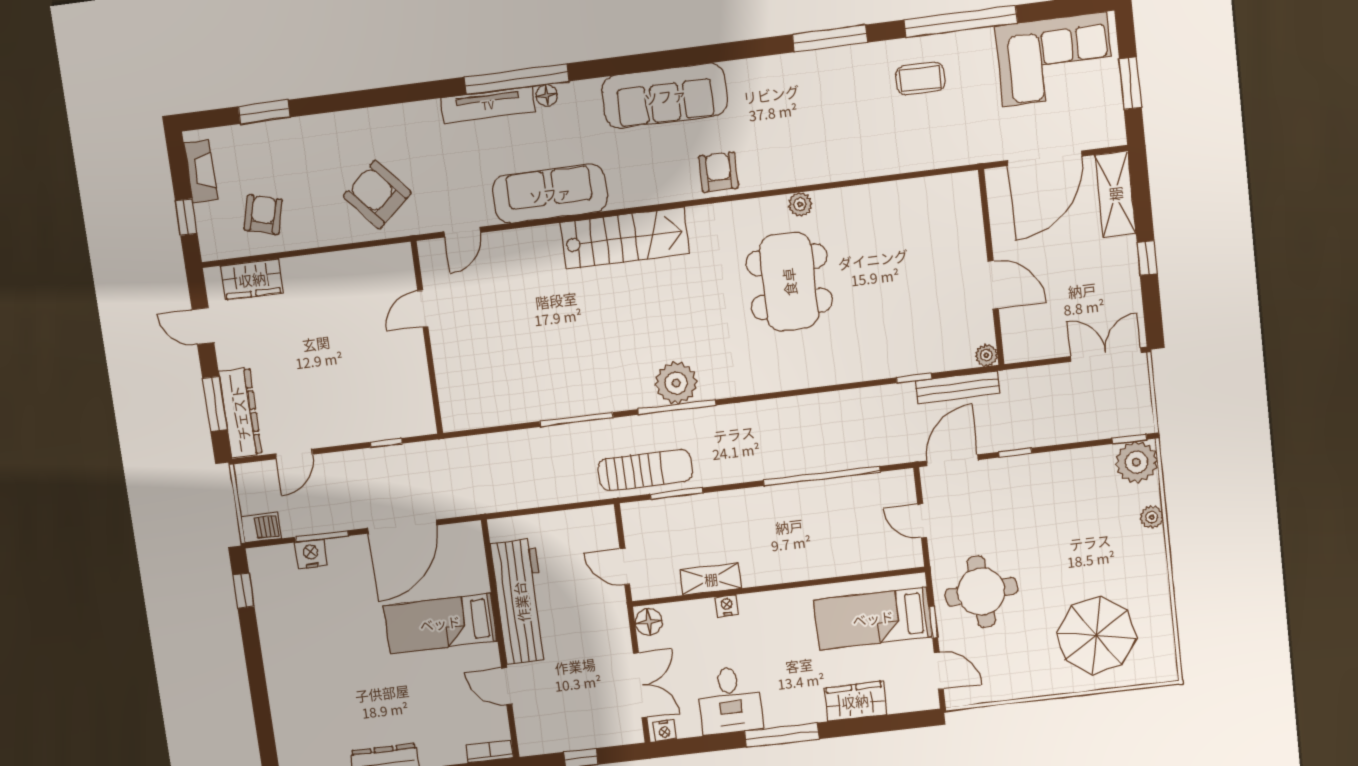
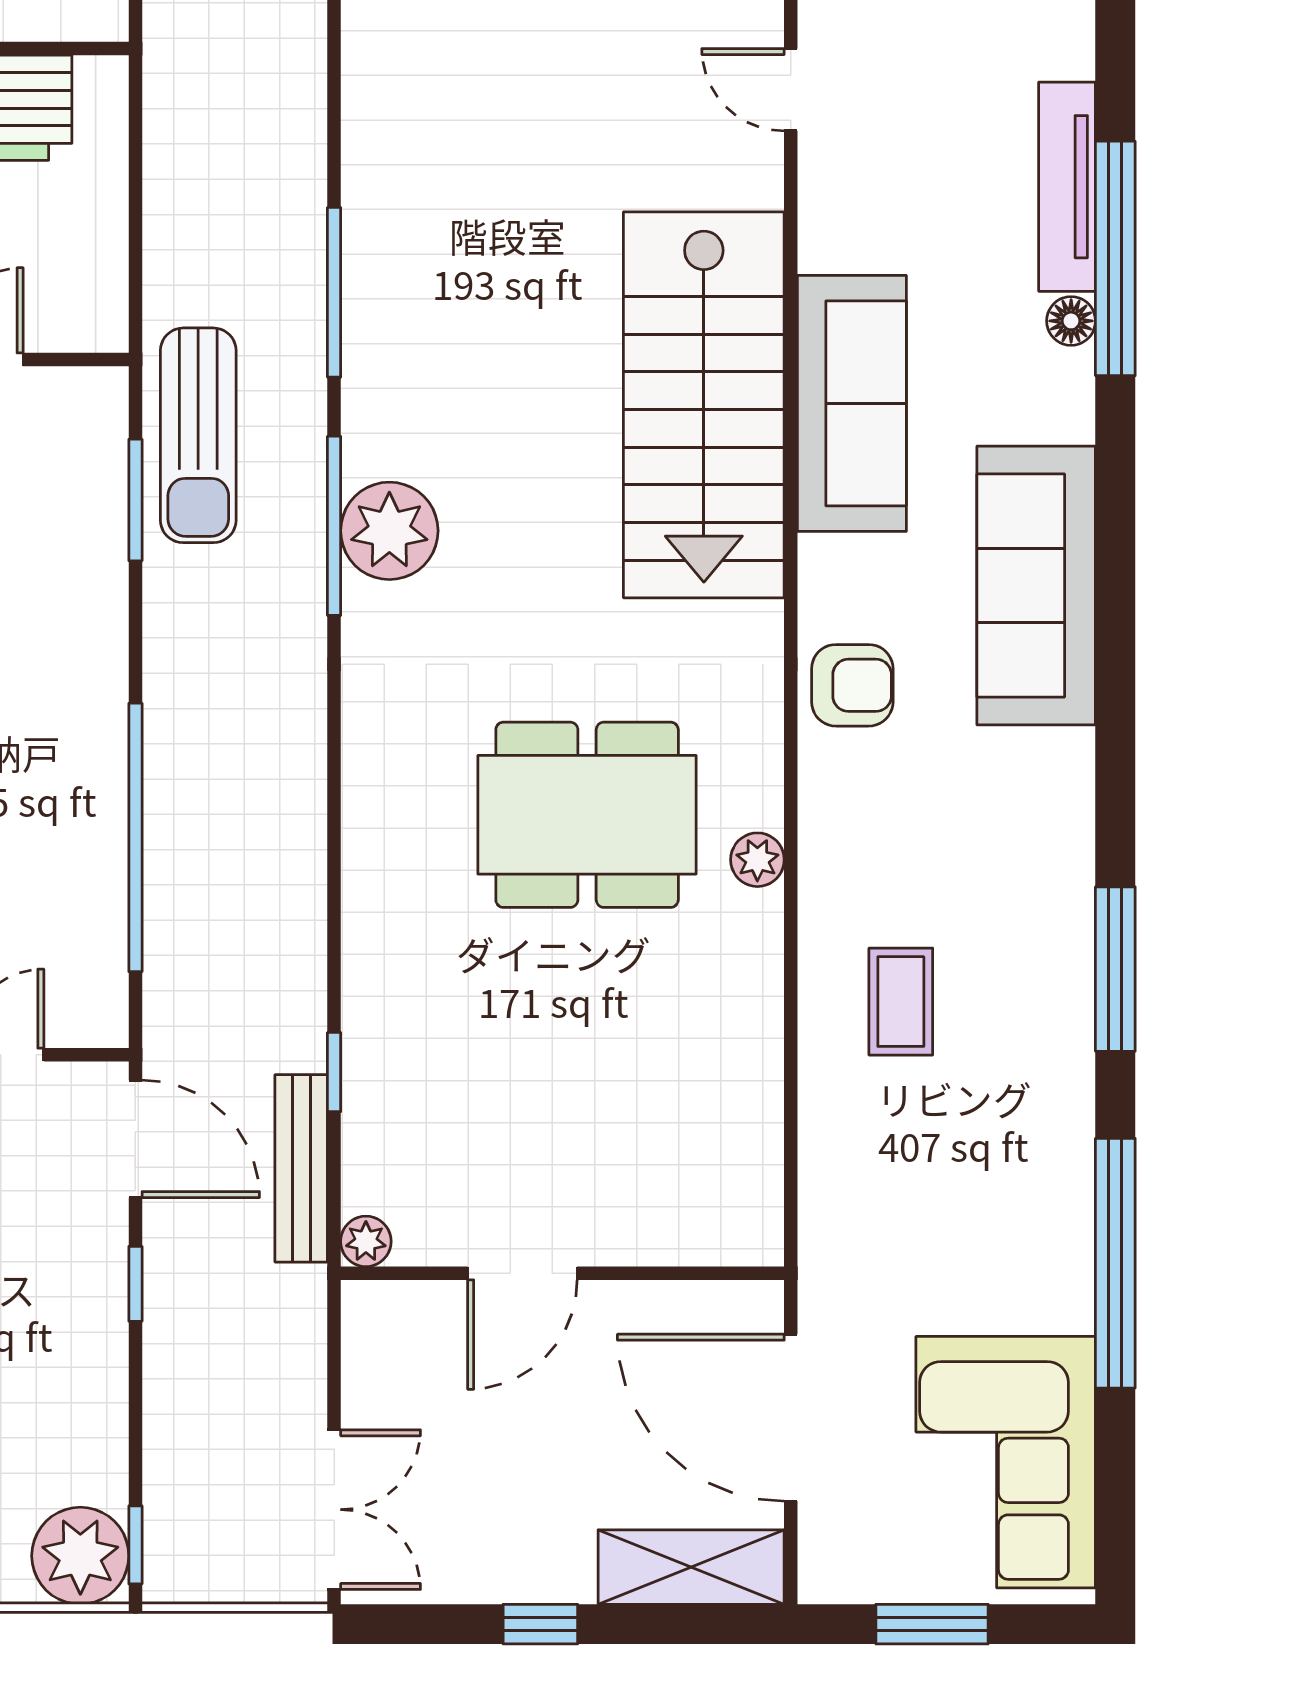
coffee table: (920, 79) -> (901, 1002), moved
sofa: (550, 194) -> (852, 403), moved
stairs: (625, 238) -> (704, 405), width x1.36, depth x1.51

